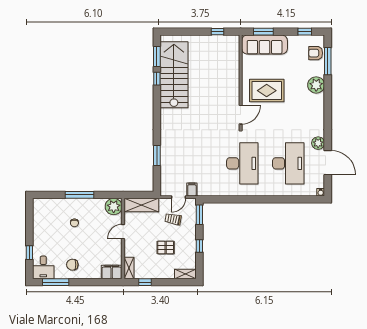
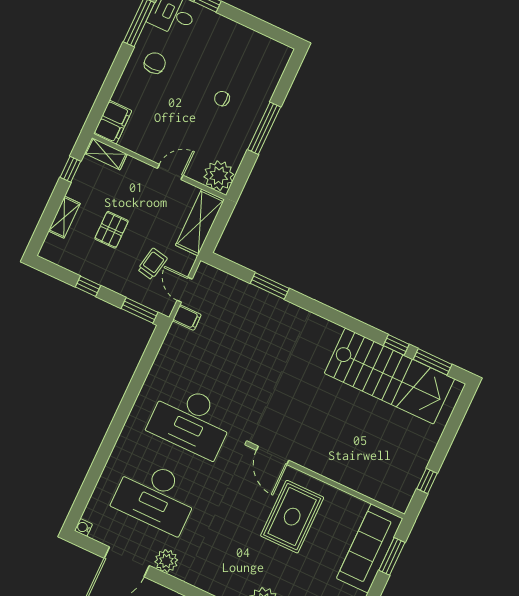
door: (123, 232) -> (170, 172), hinge flipped
shelving: (185, 274) -> (64, 217), moved

